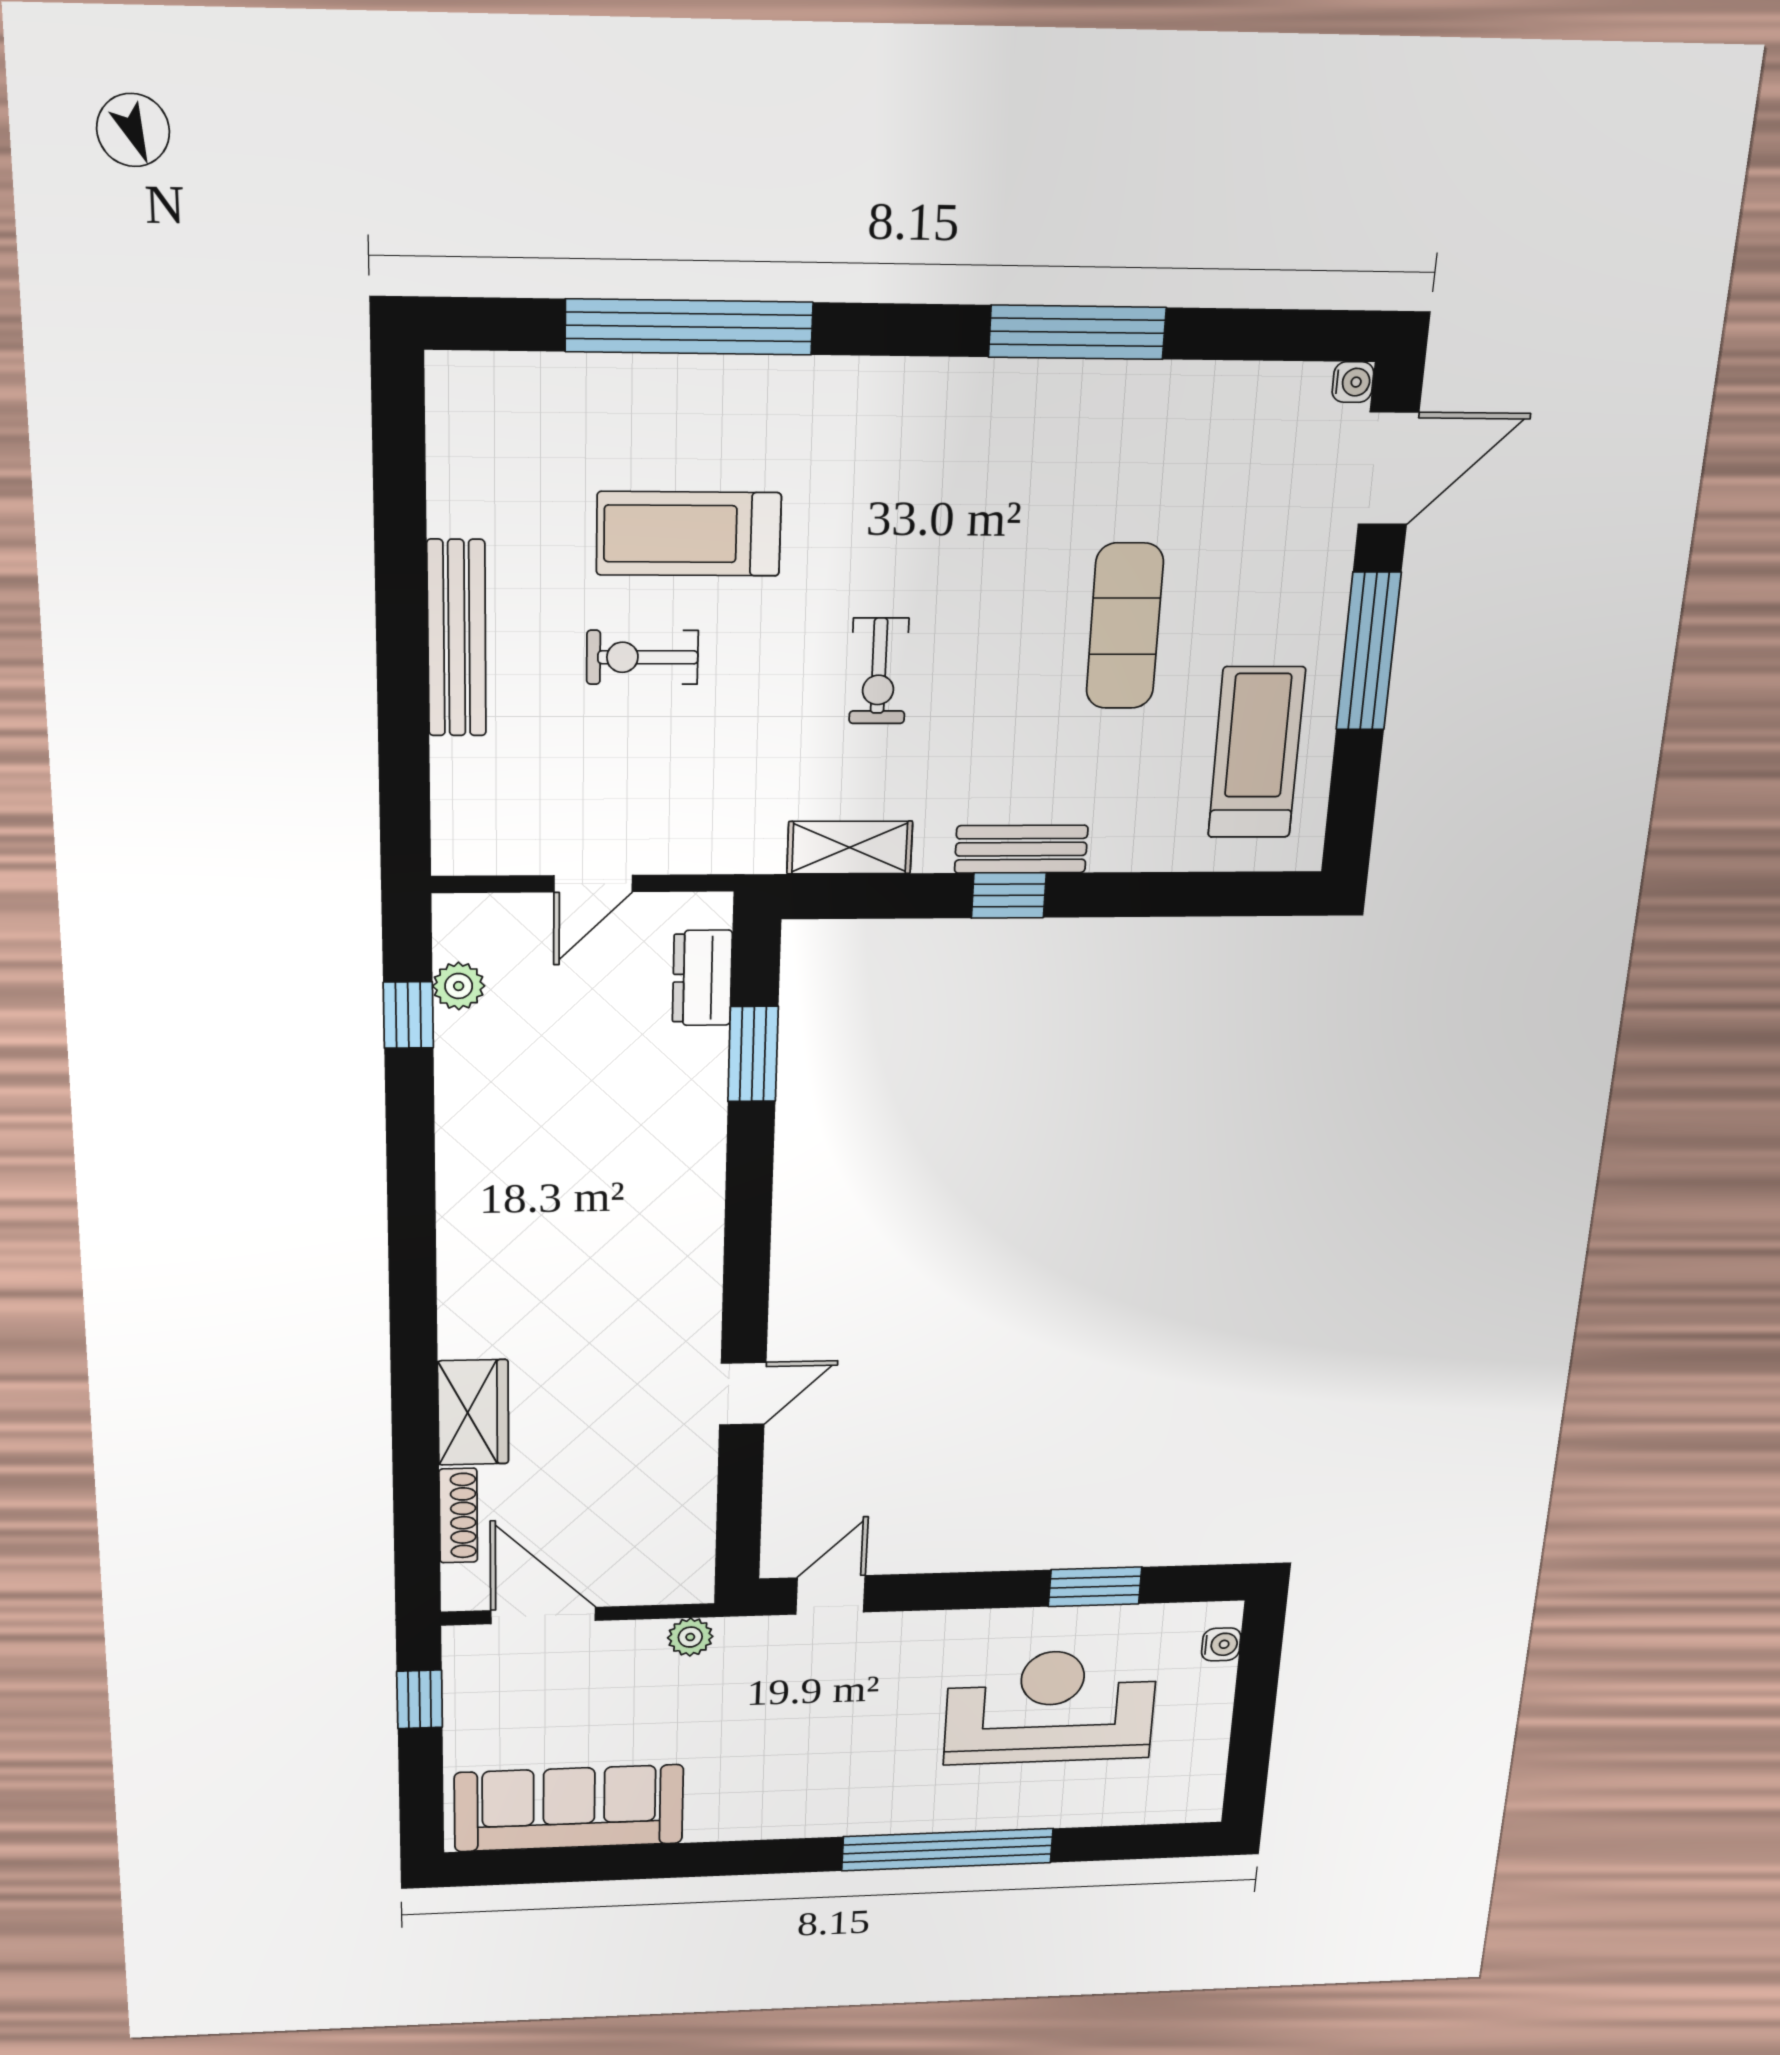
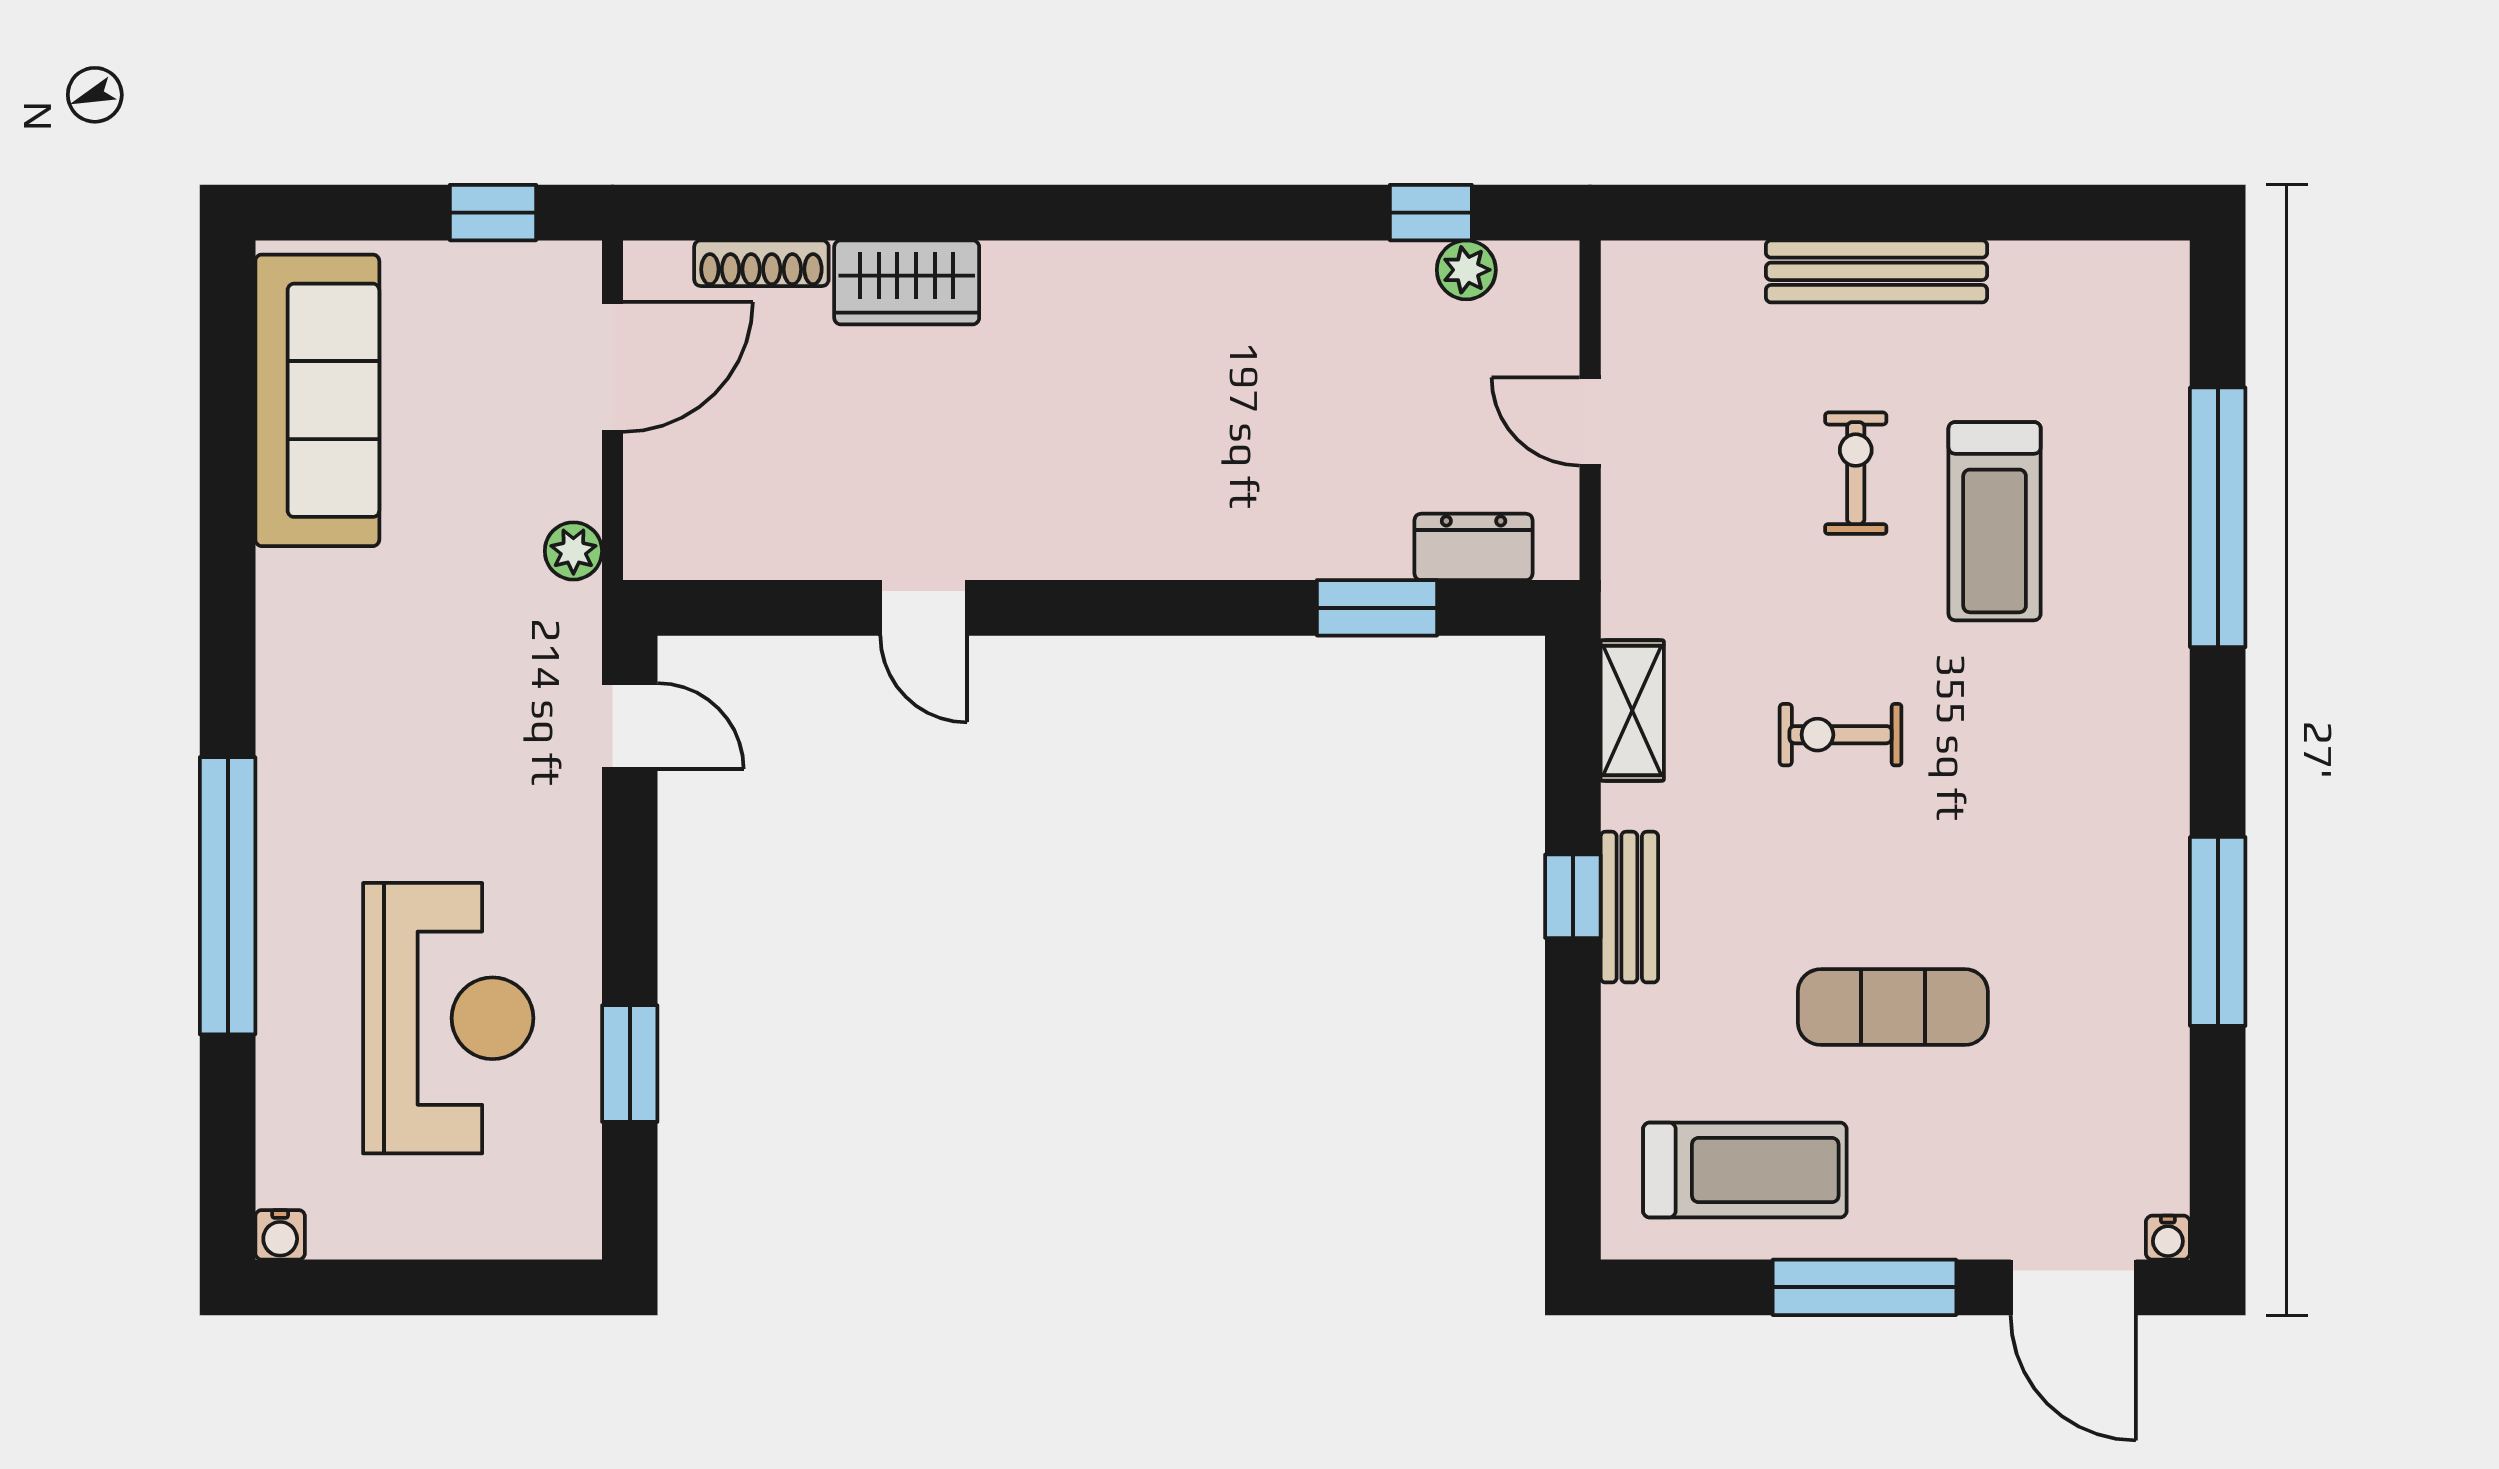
treadmill: (689, 534) -> (1995, 521), turned 180
water cooler: (1221, 1644) -> (280, 1235), moved

